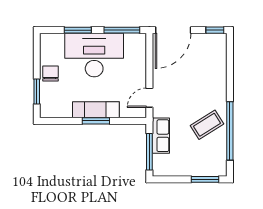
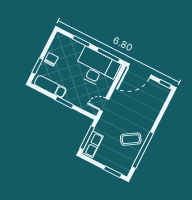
desk: (94, 55) -> (96, 68), moved
exam couch: (96, 110) -> (50, 87), moved
row of seats: (161, 136) -> (93, 144), moved

